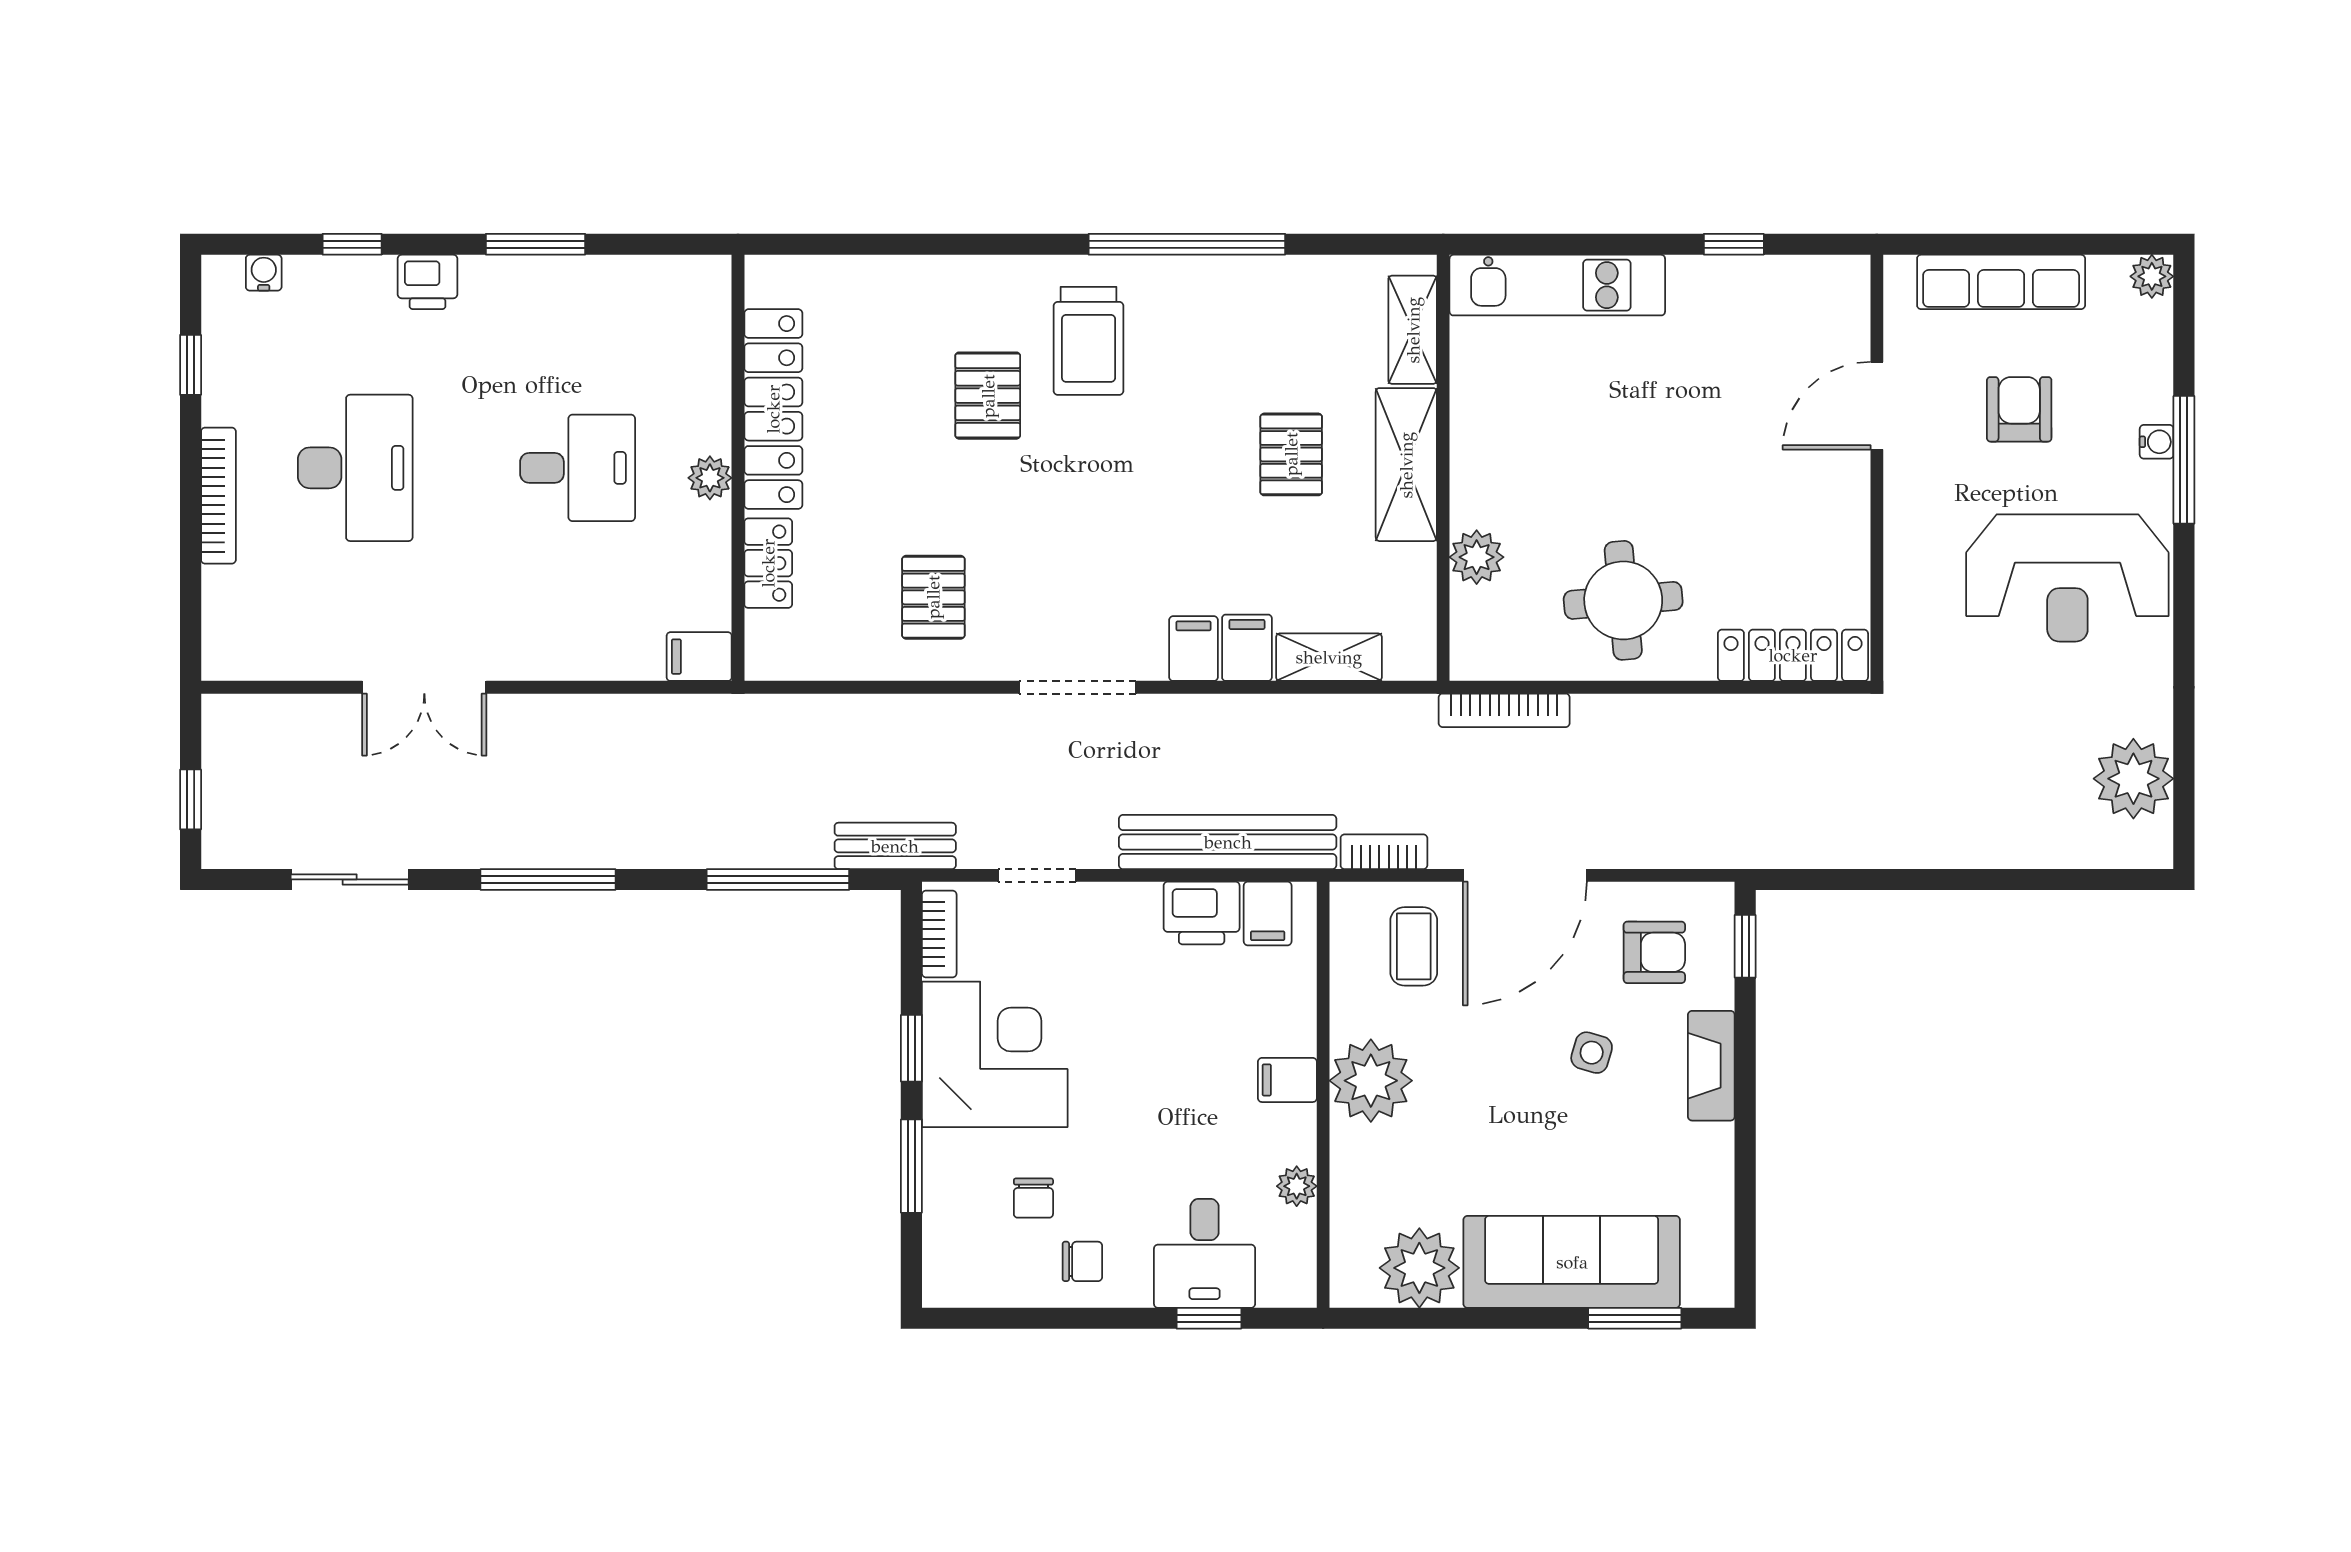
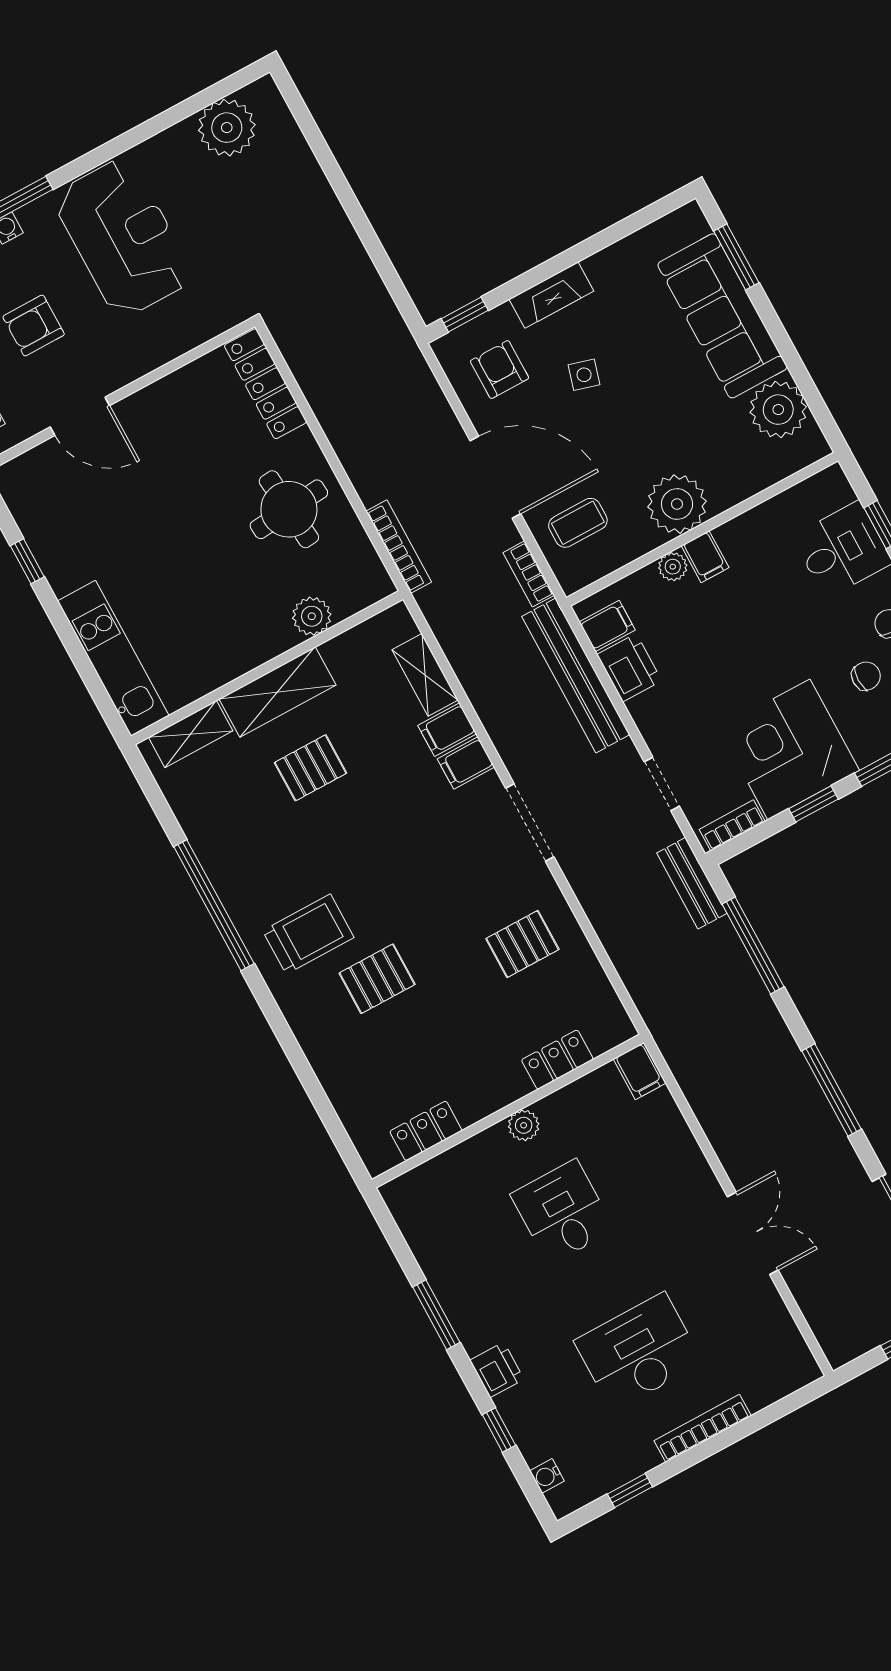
locker: (773, 409) -> (426, 1131), width x0.46, depth x0.83
plant: (1297, 1186) -> (673, 567), moved

